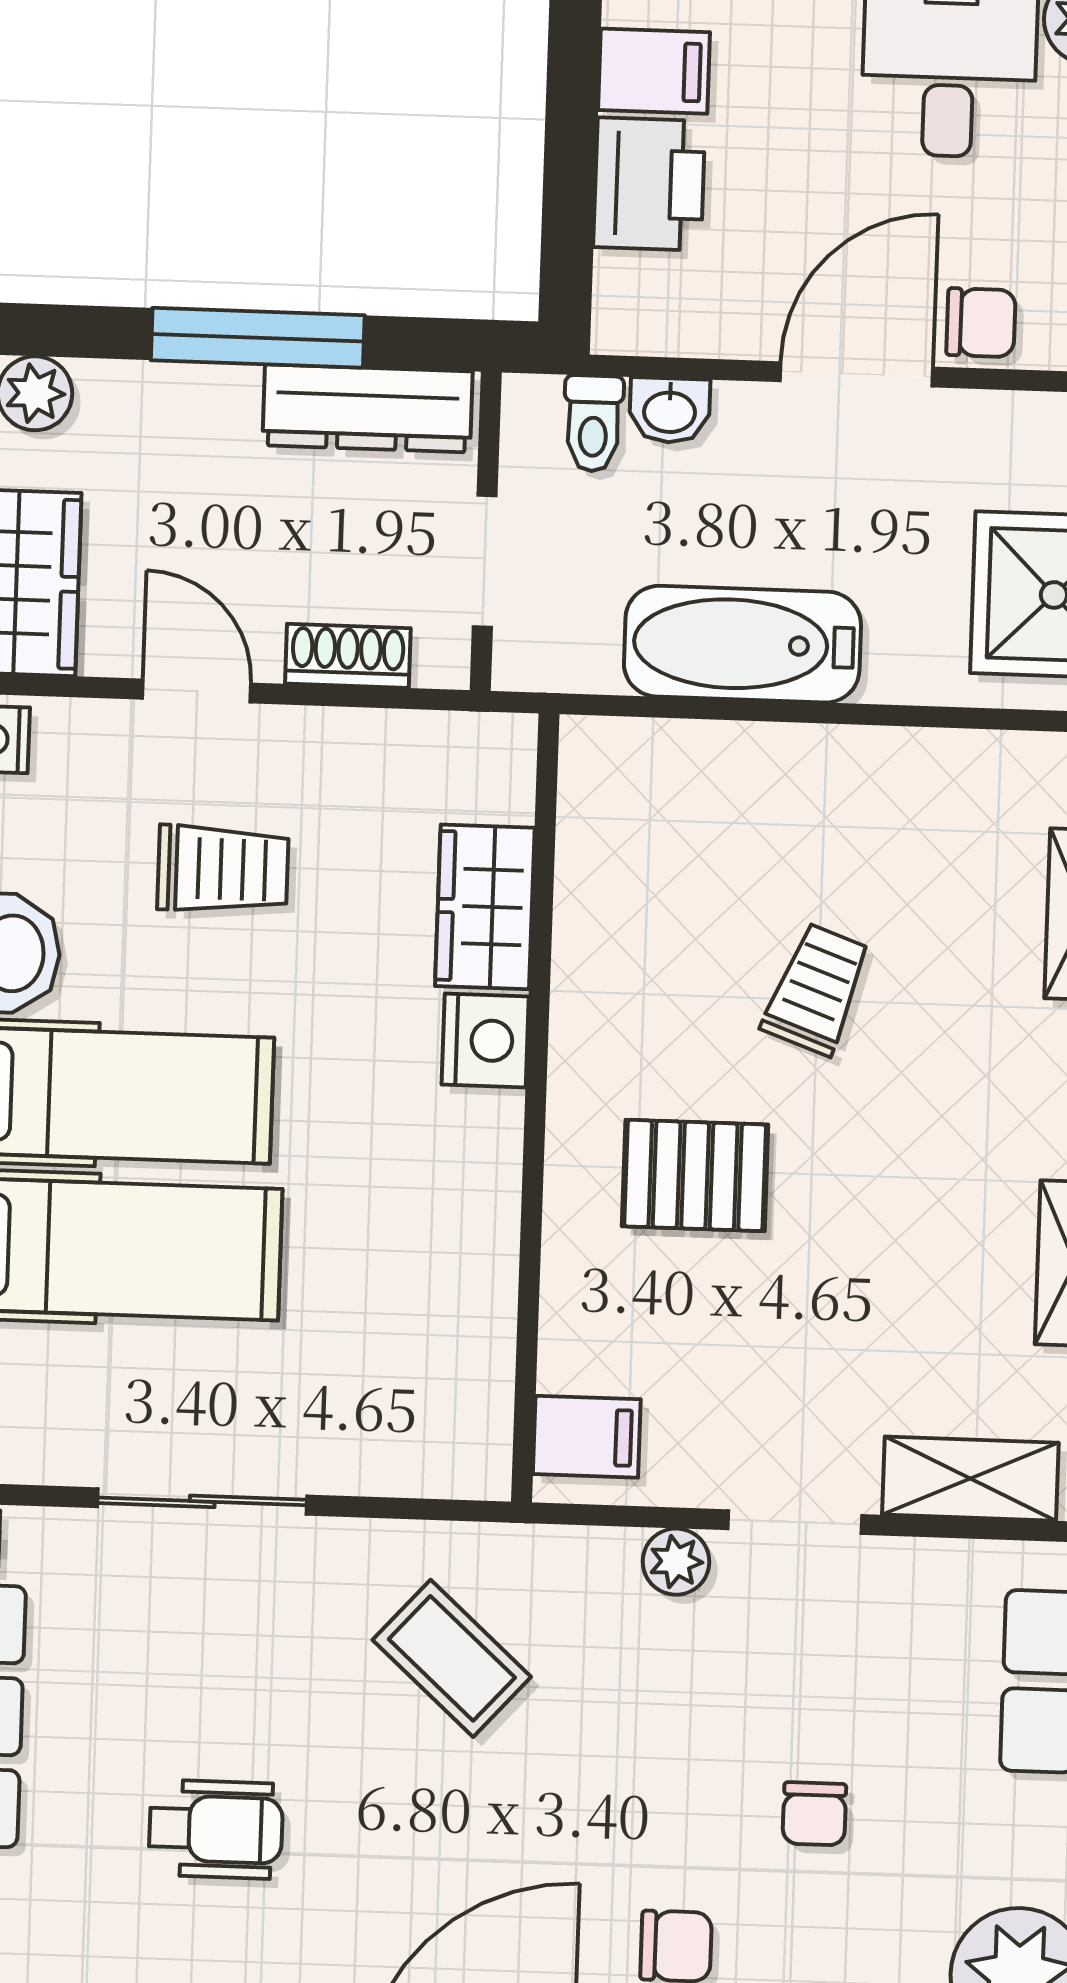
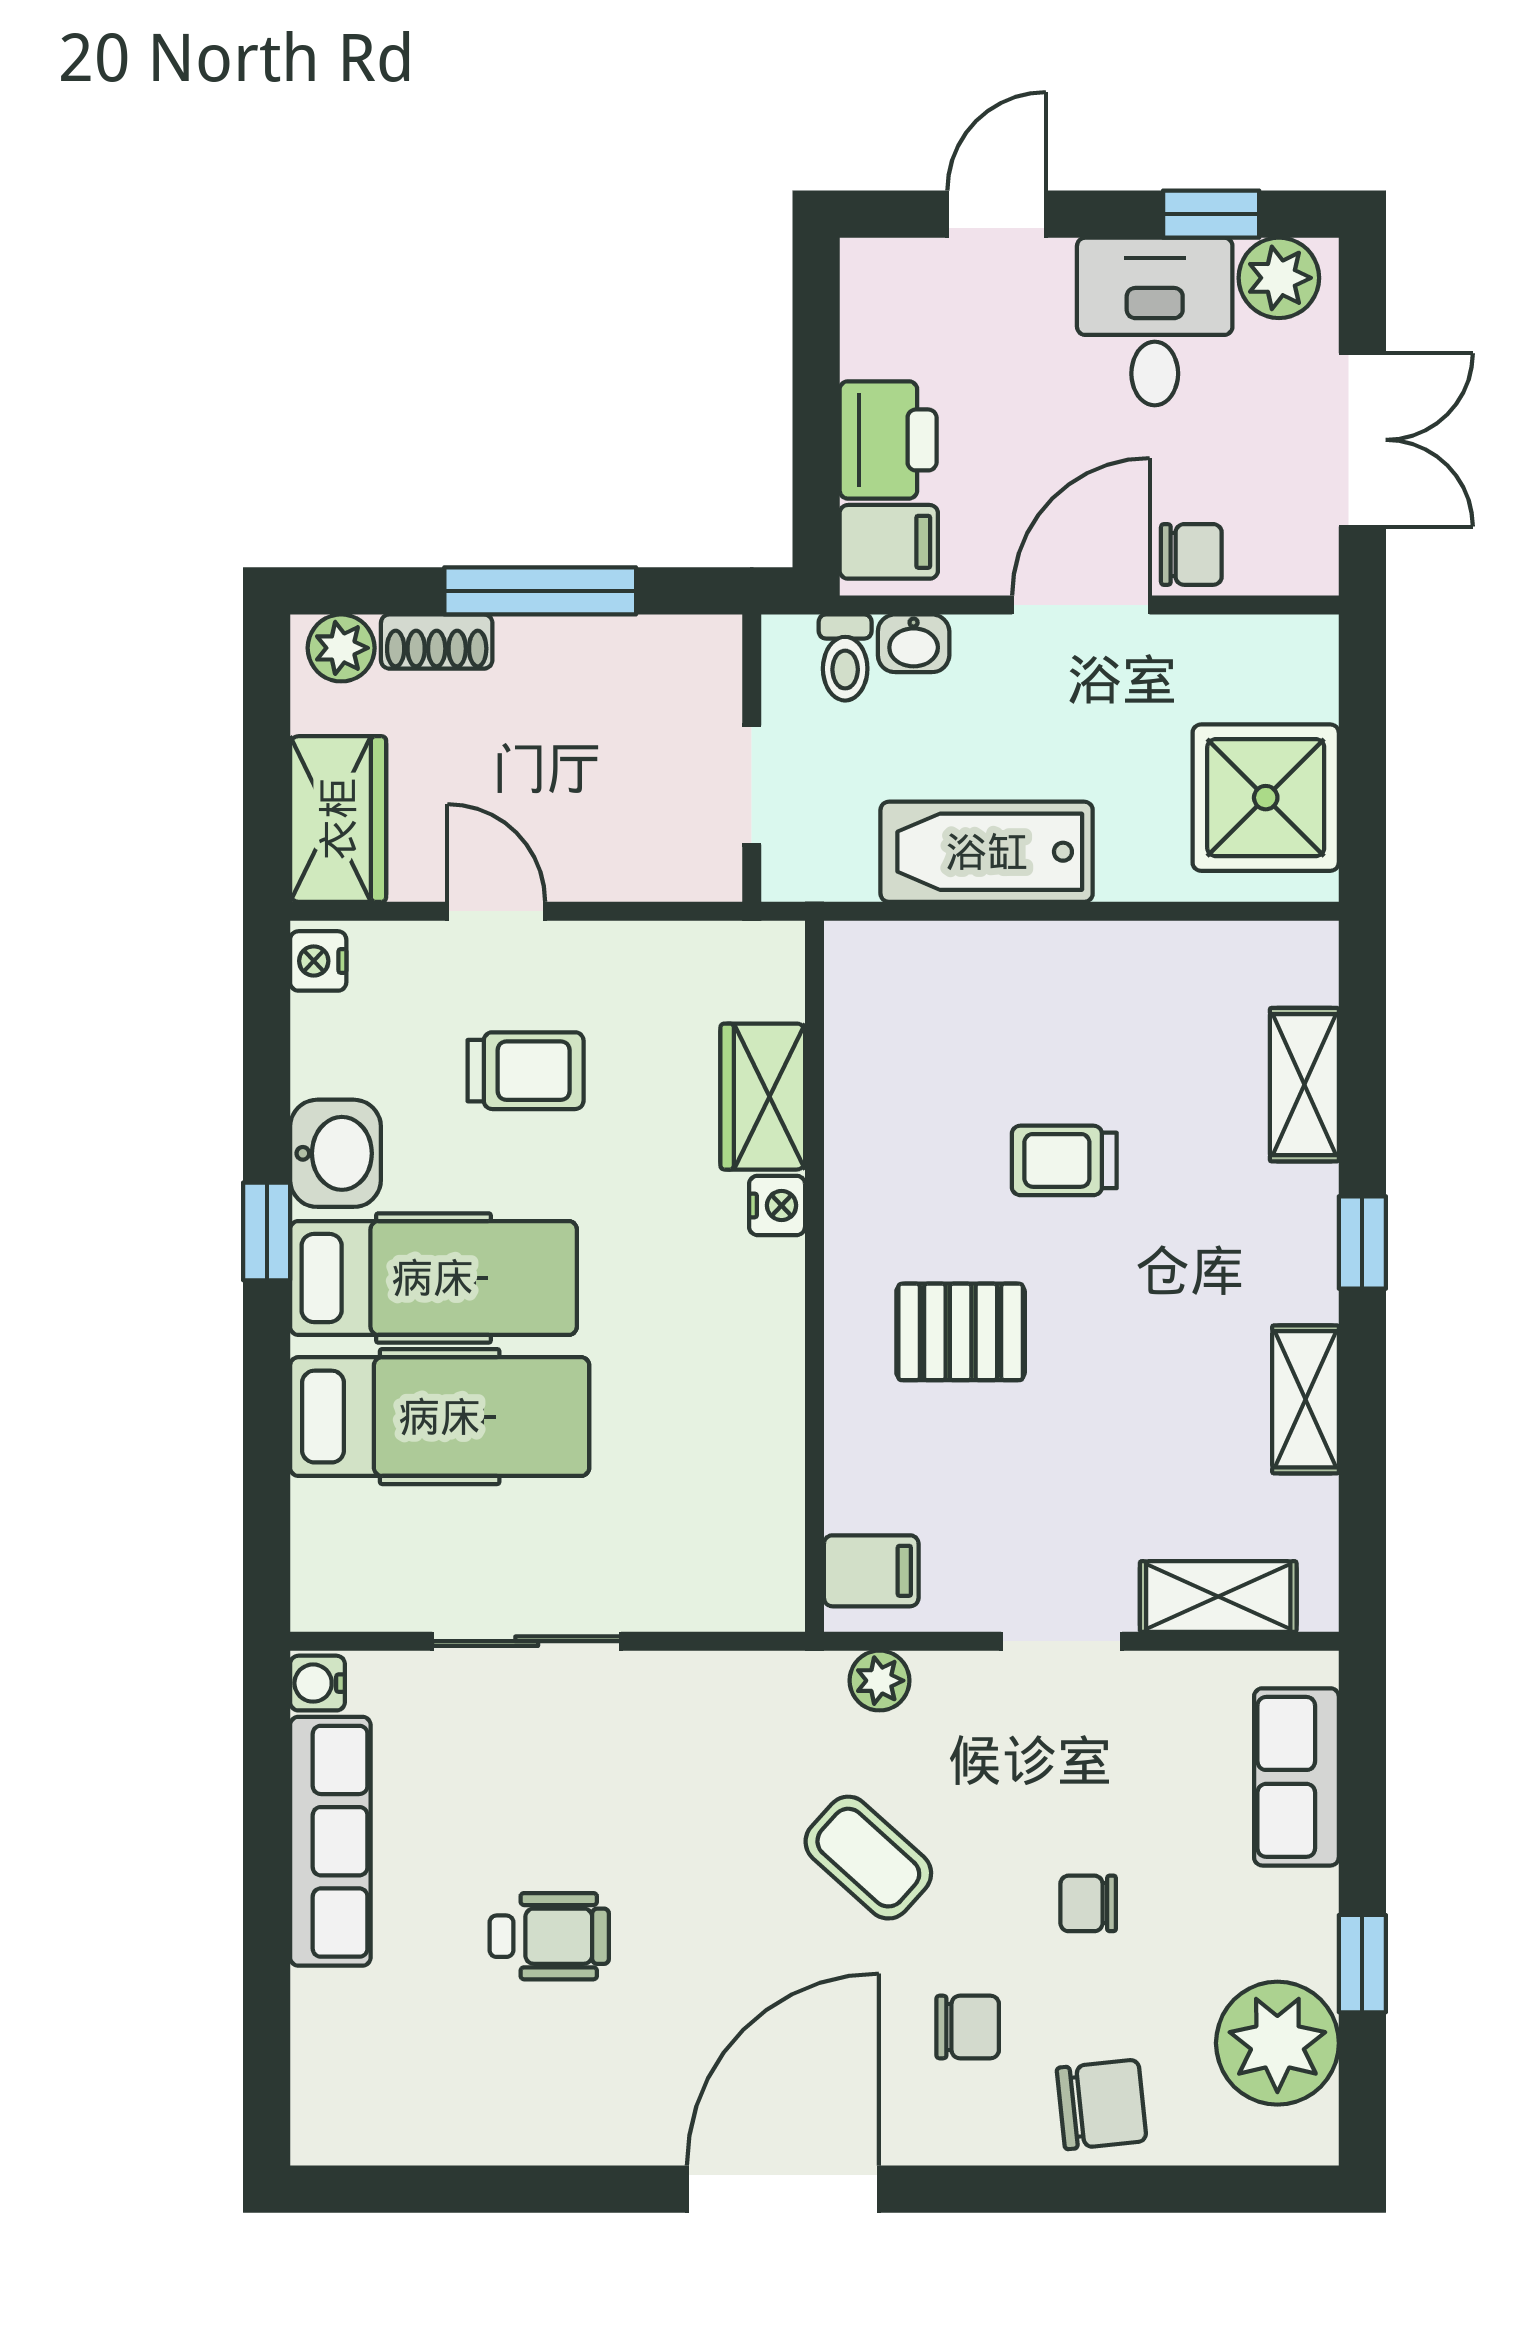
filing cabinet: (654, 71) -> (889, 542), moved
dresser: (367, 408) -> (641, 651), removed
shoe rack: (348, 656) -> (437, 642), moved, turned 180
trolley: (817, 989) -> (1064, 1160), turned -110
nightstand: (485, 1041) -> (777, 1205), width x0.72, depth x0.74
plant: (676, 1562) -> (879, 1681), moved
coffee table: (452, 1658) -> (868, 1858), moved
chair: (814, 1814) -> (1088, 1903), turned 90

